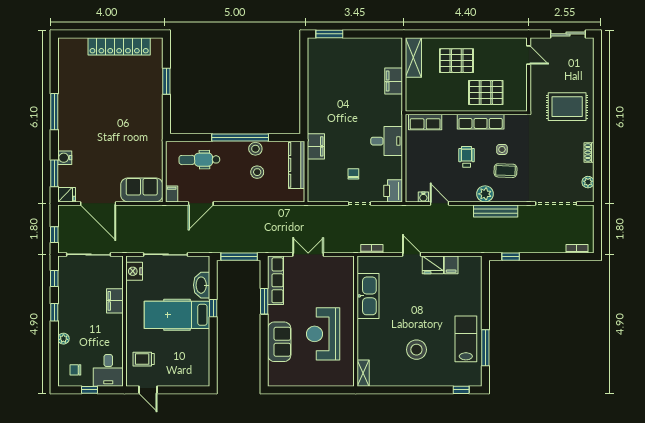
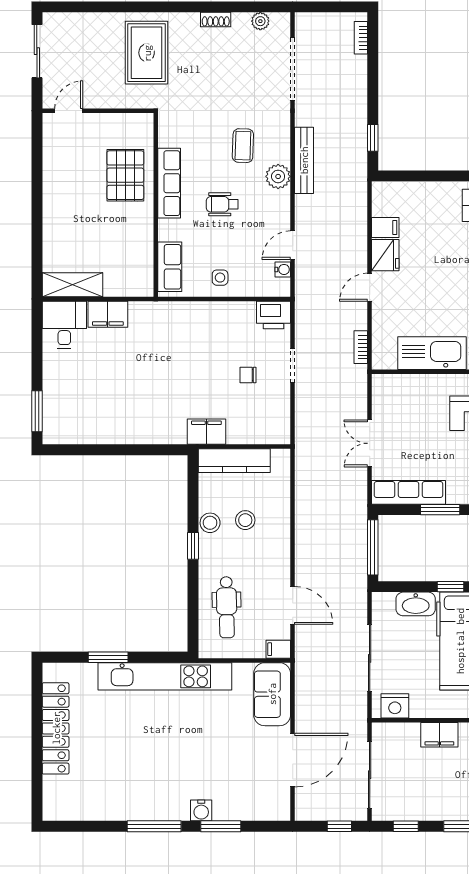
pallet: (456, 61) -> (77, 220), removed
kitchen unit: (154, 119) -> (165, 676), added
window: (240, 138) -> (193, 546), width x0.32
desk: (387, 141) -> (64, 325), moved
side table: (502, 149) -> (220, 278), moved
water cooler: (65, 158) -> (201, 810), moved
window: (54, 173) -> (221, 826), moved
fridge: (67, 195) -> (279, 808), removed

